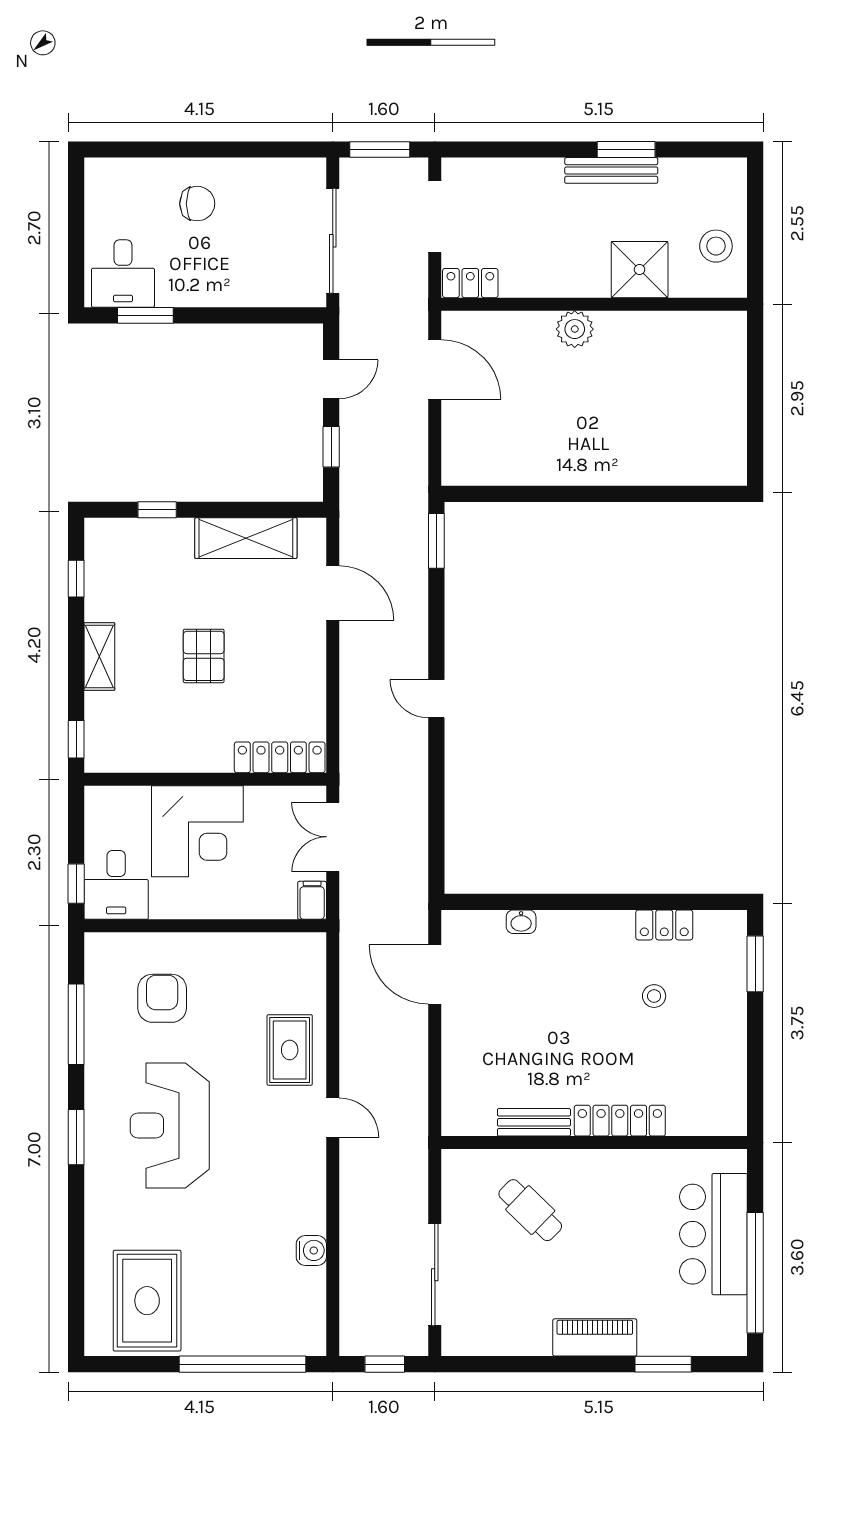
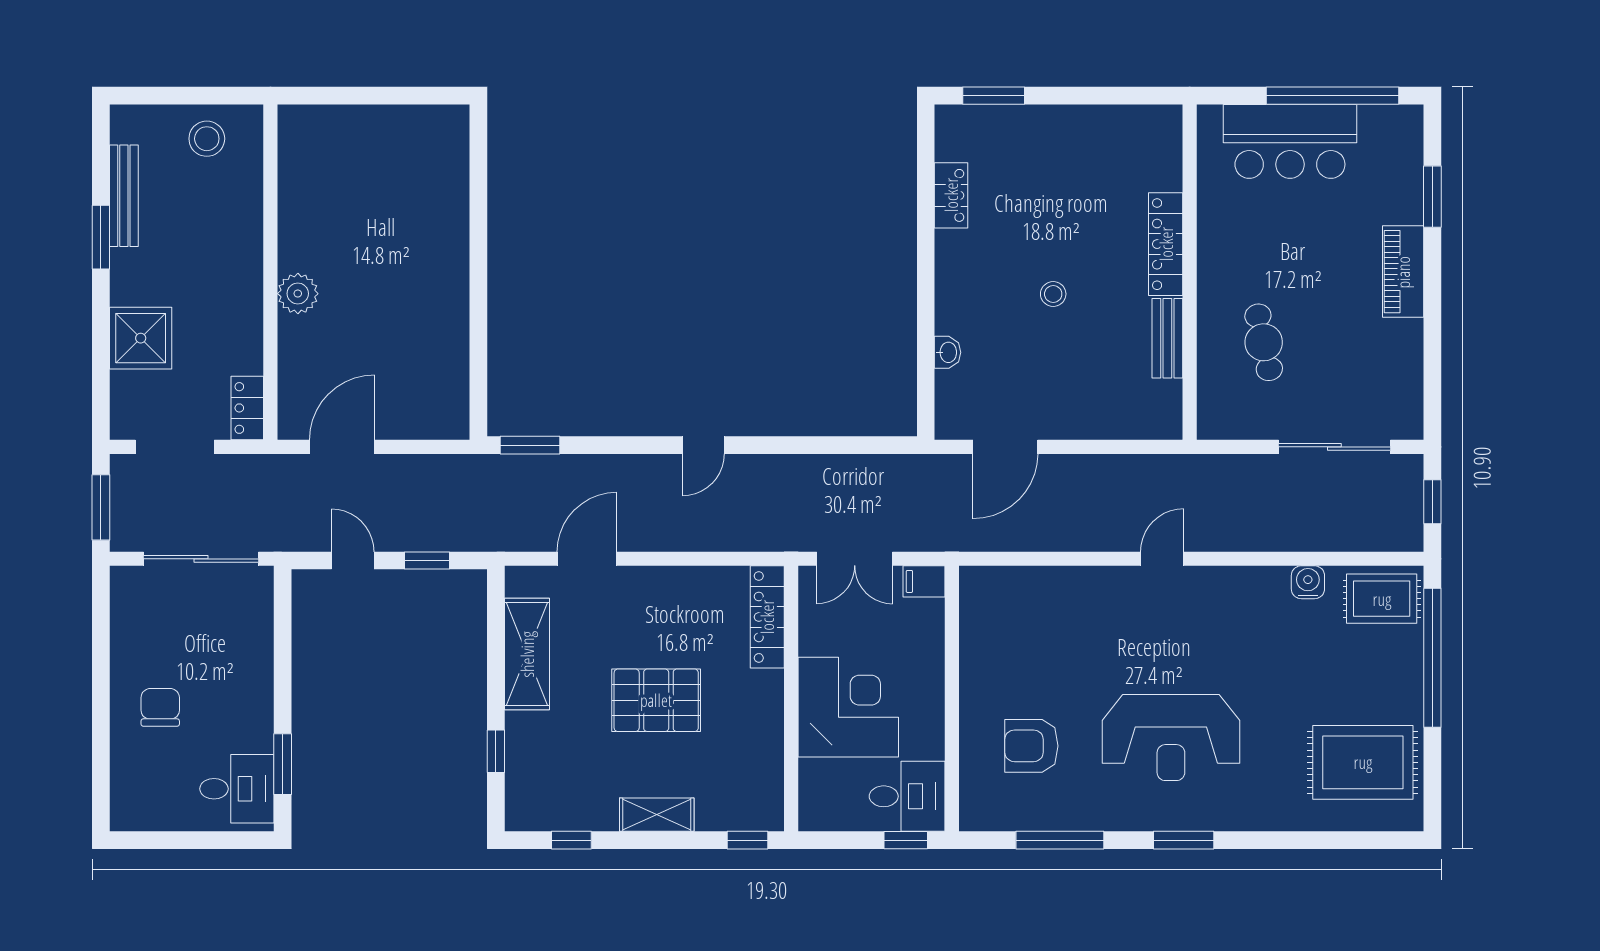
bench: (611, 170) -> (124, 196), moved
shower: (640, 270) -> (141, 338), moved
pallet: (204, 656) -> (656, 700), width x1.50, depth x1.42
stool: (654, 996) -> (1053, 294), moved
rug: (290, 1050) -> (1382, 599), moved
cafe table: (530, 1210) -> (1264, 342), turned -56

